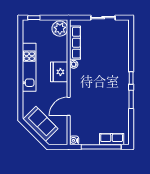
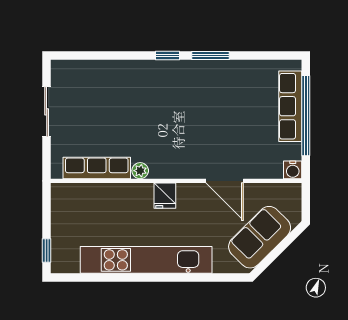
plant: (60, 29) -> (68, 198), removed
kitchen unit: (29, 67) -> (146, 260), width x1.36
fridge: (59, 72) -> (165, 196), width x0.53, depth x0.75
row of seats: (112, 139) -> (290, 106), width x1.48

